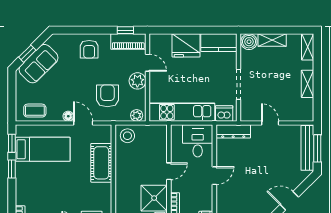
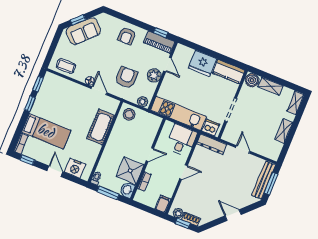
bed: (43, 149) -> (46, 131), moved

